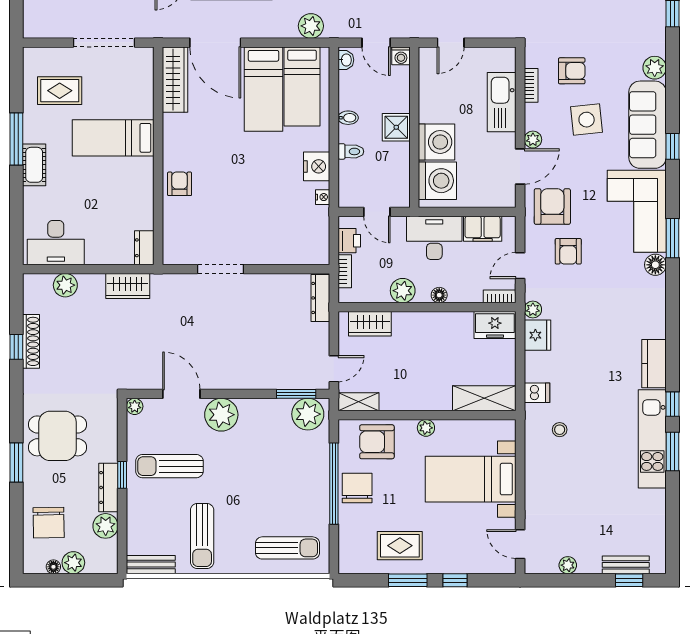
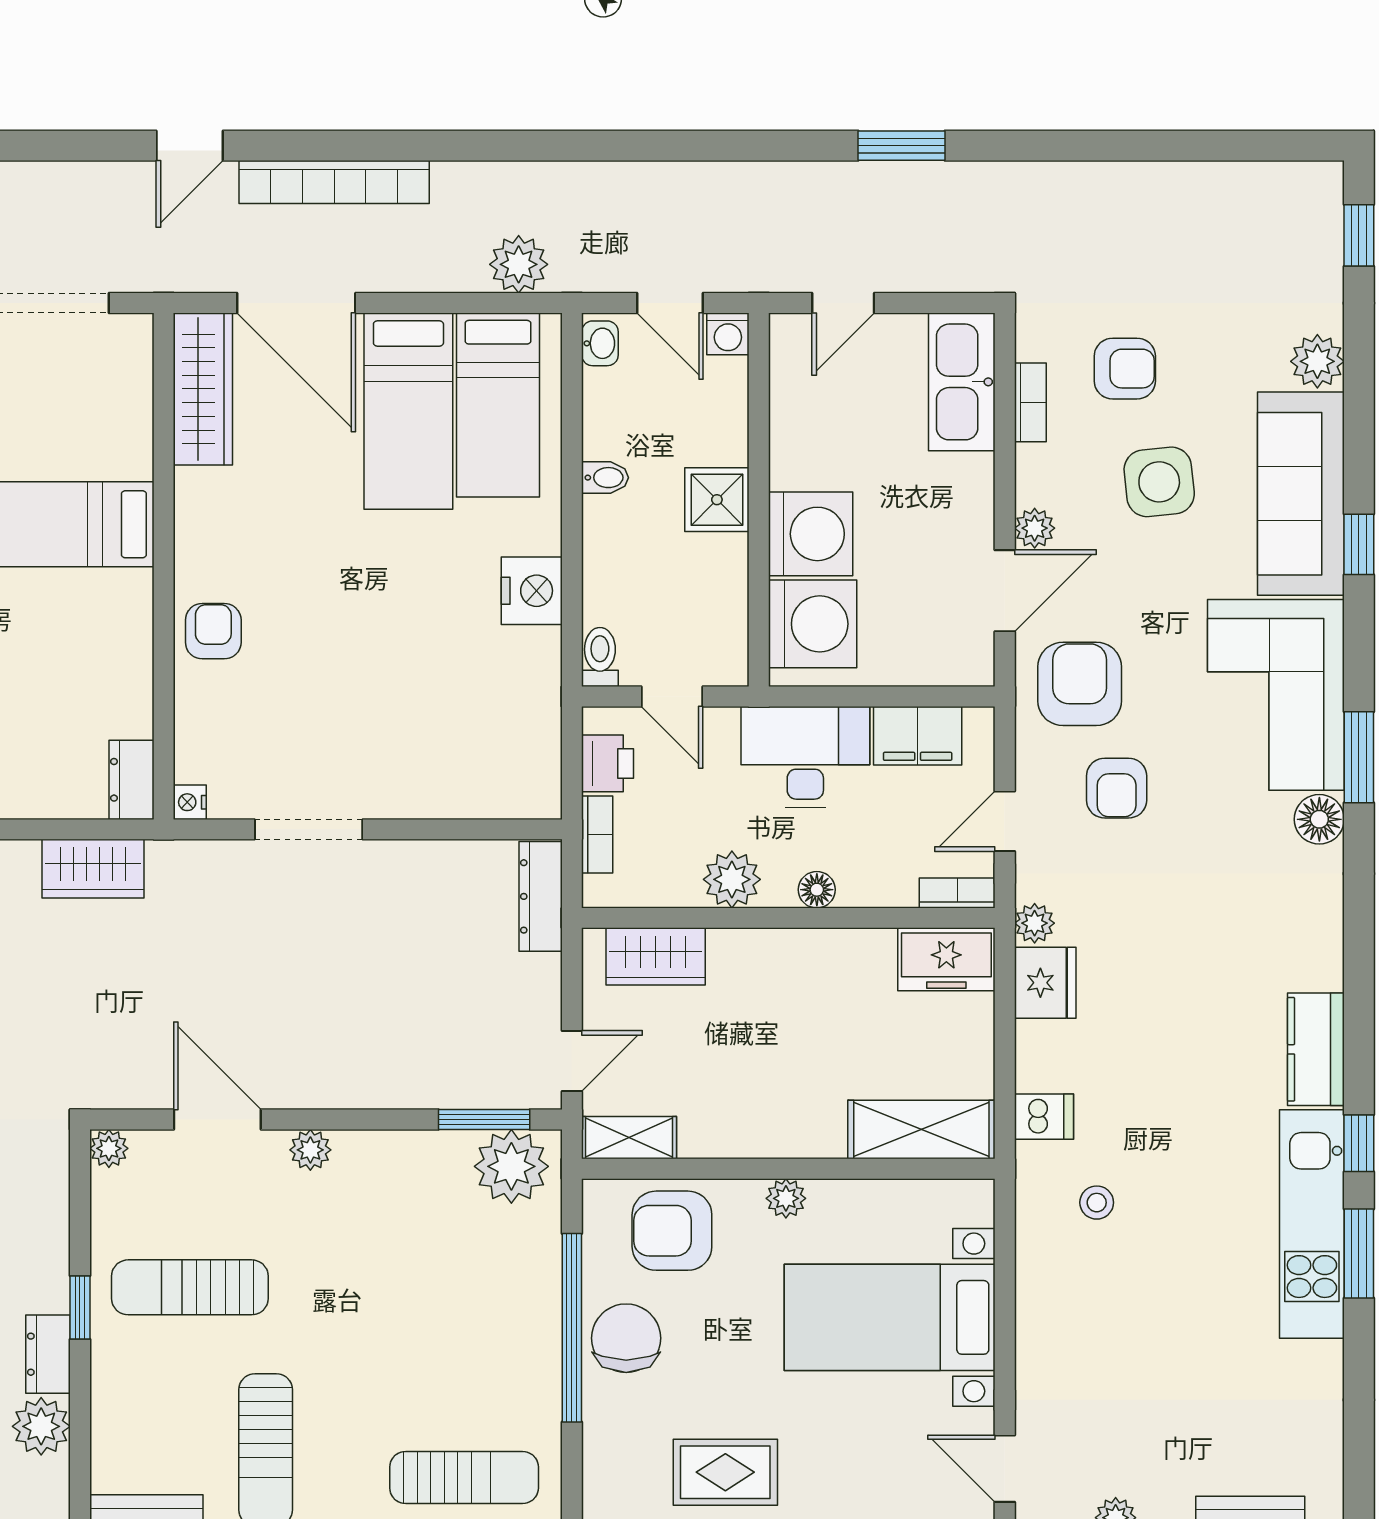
kitchen sink: (502, 102) -> (962, 382), moved
toilet: (351, 151) -> (600, 657), moved, turned -90
nightstand: (323, 197) -> (190, 802), moved, turned 180
plant: (221, 415) -> (310, 1150), width x0.53, depth x0.53
dresser: (108, 488) -> (48, 1354), width x0.70

